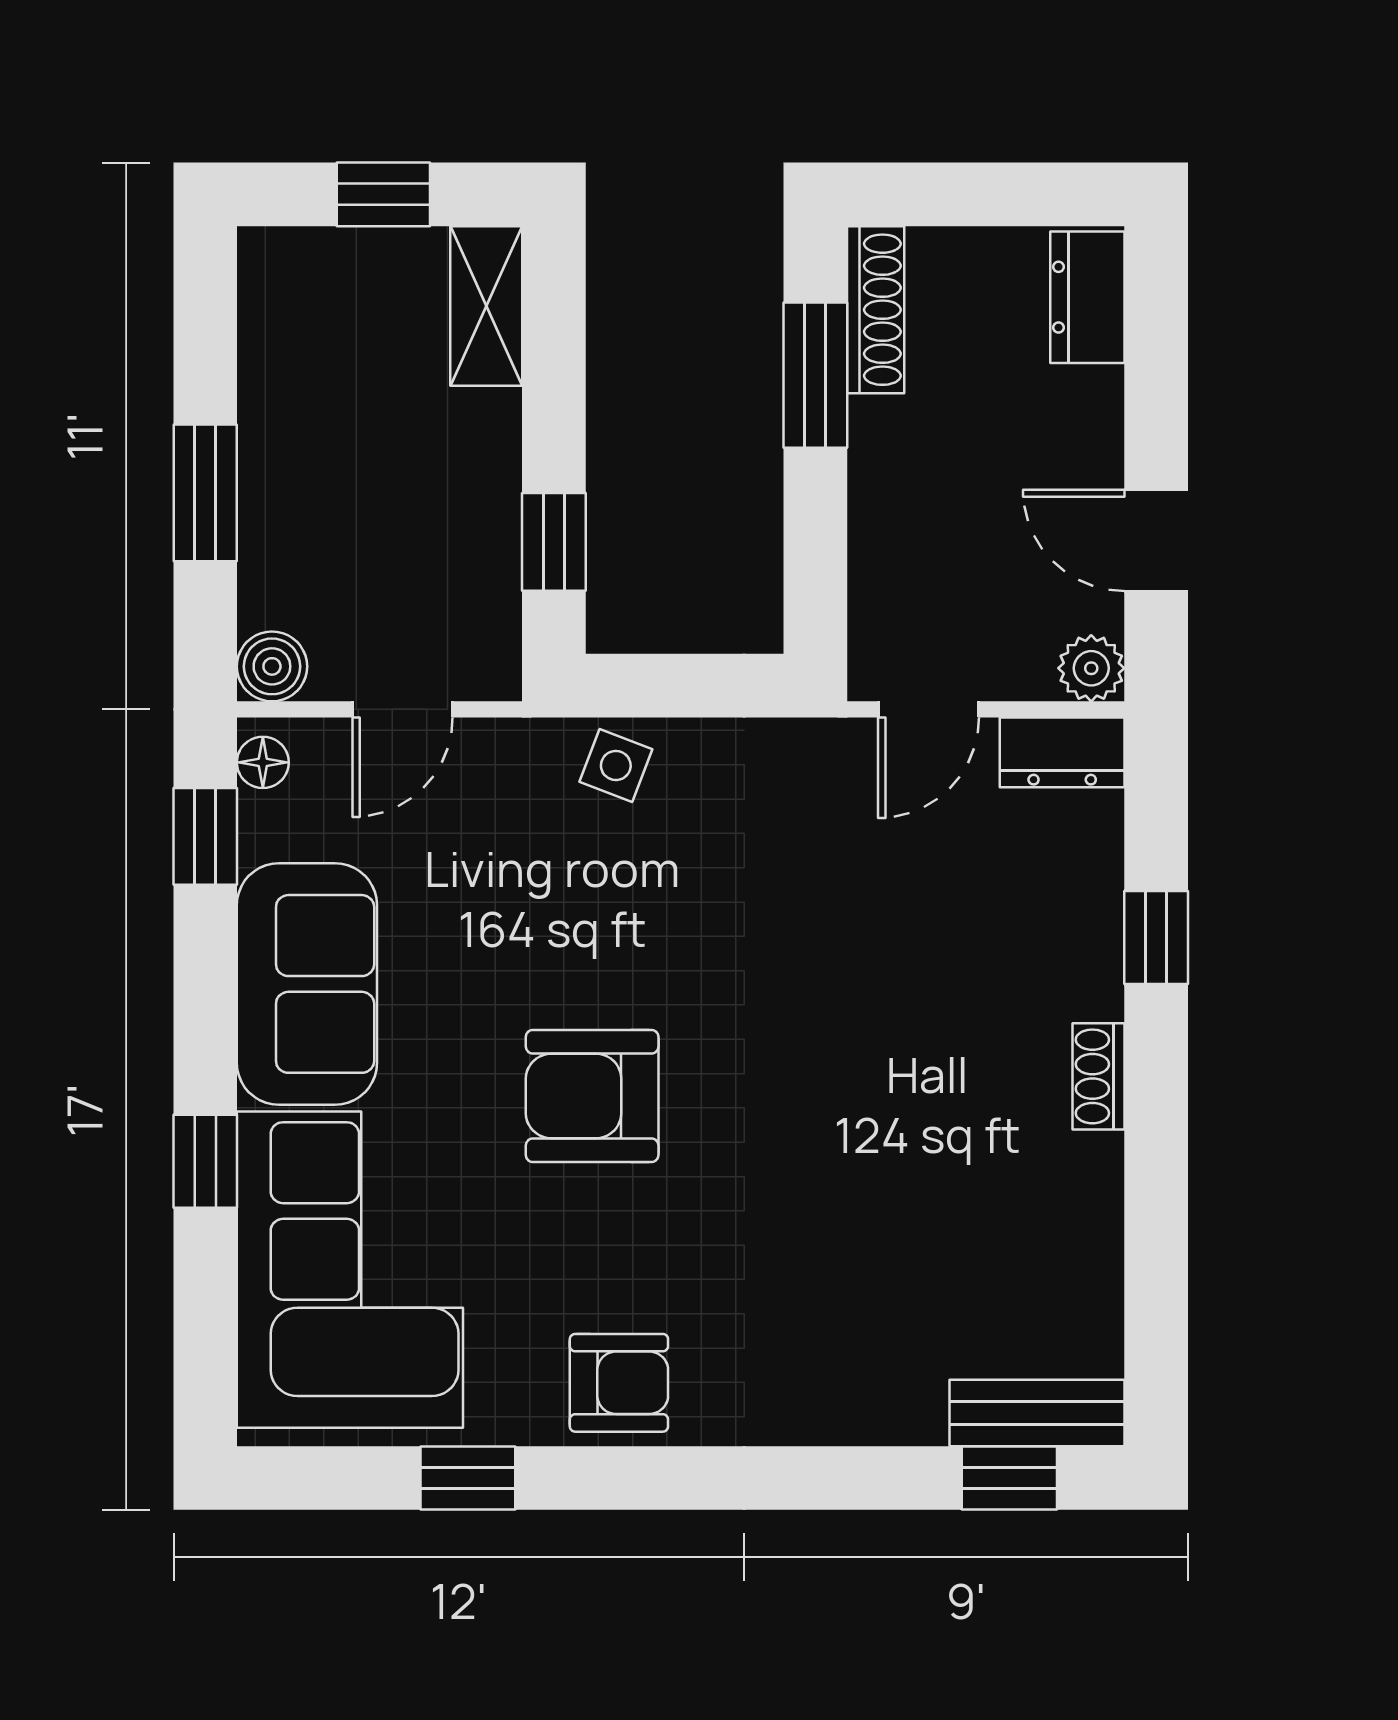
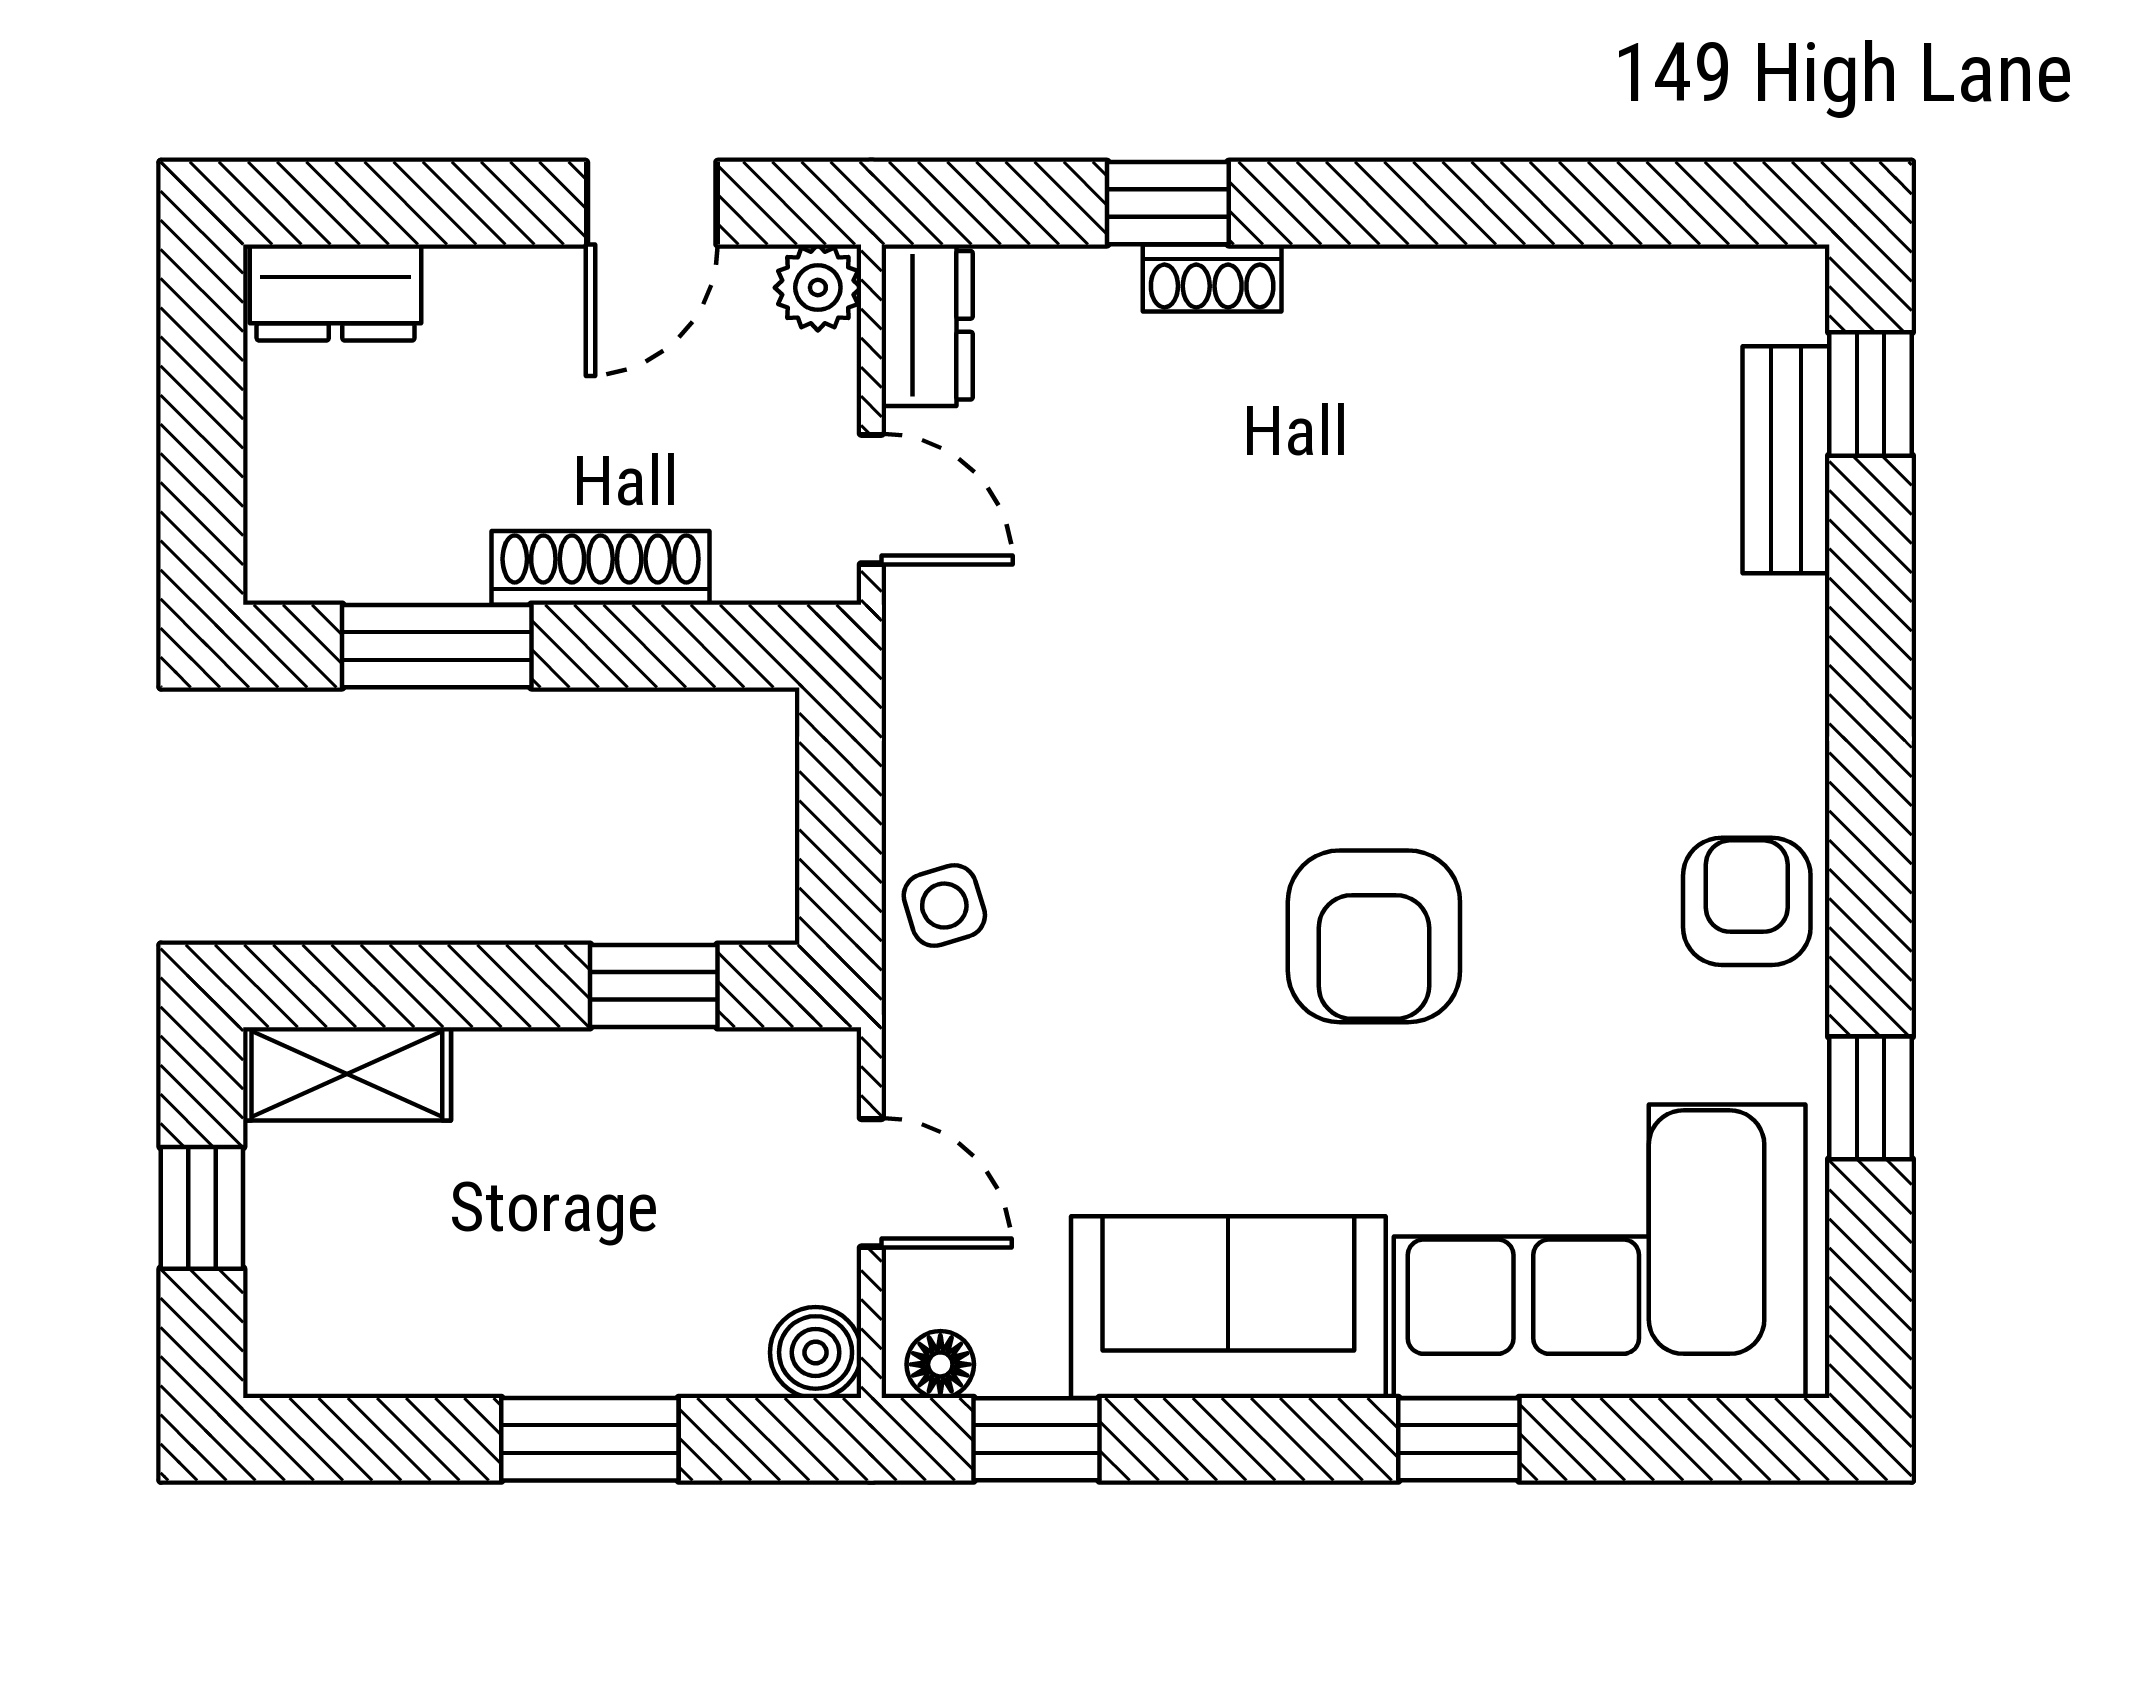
shoe rack: (876, 310) -> (601, 568), moved
side table: (616, 766) -> (944, 906), turned -38
shoe rack: (1099, 1076) -> (1212, 278), moved
bench: (1037, 1413) -> (1786, 460), moved

